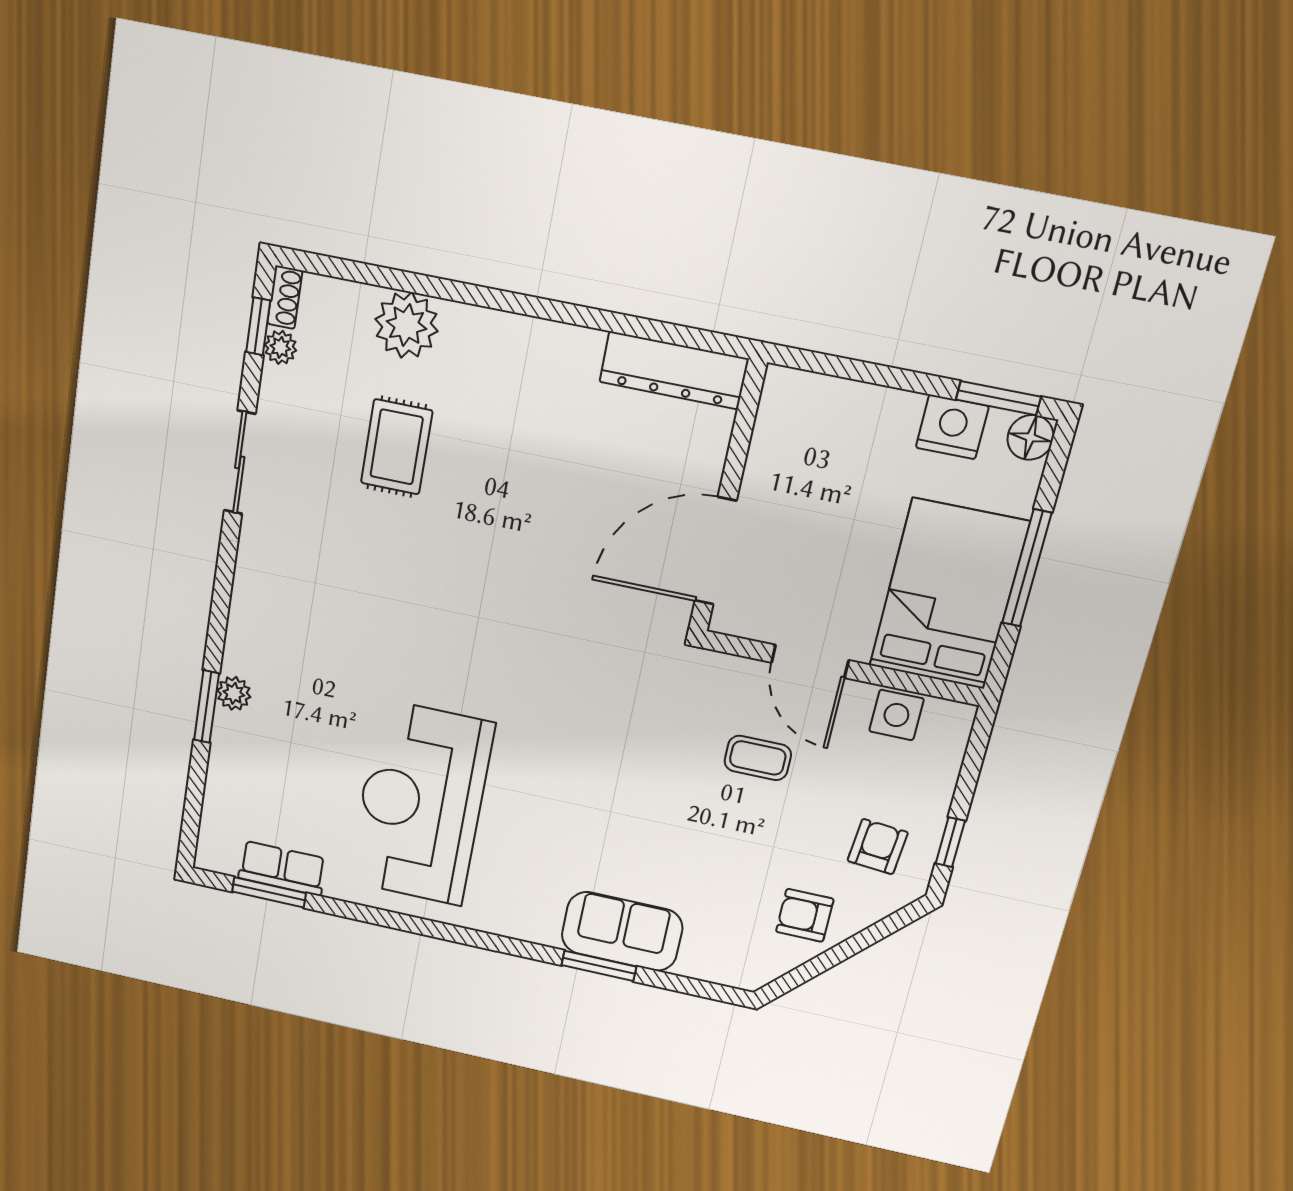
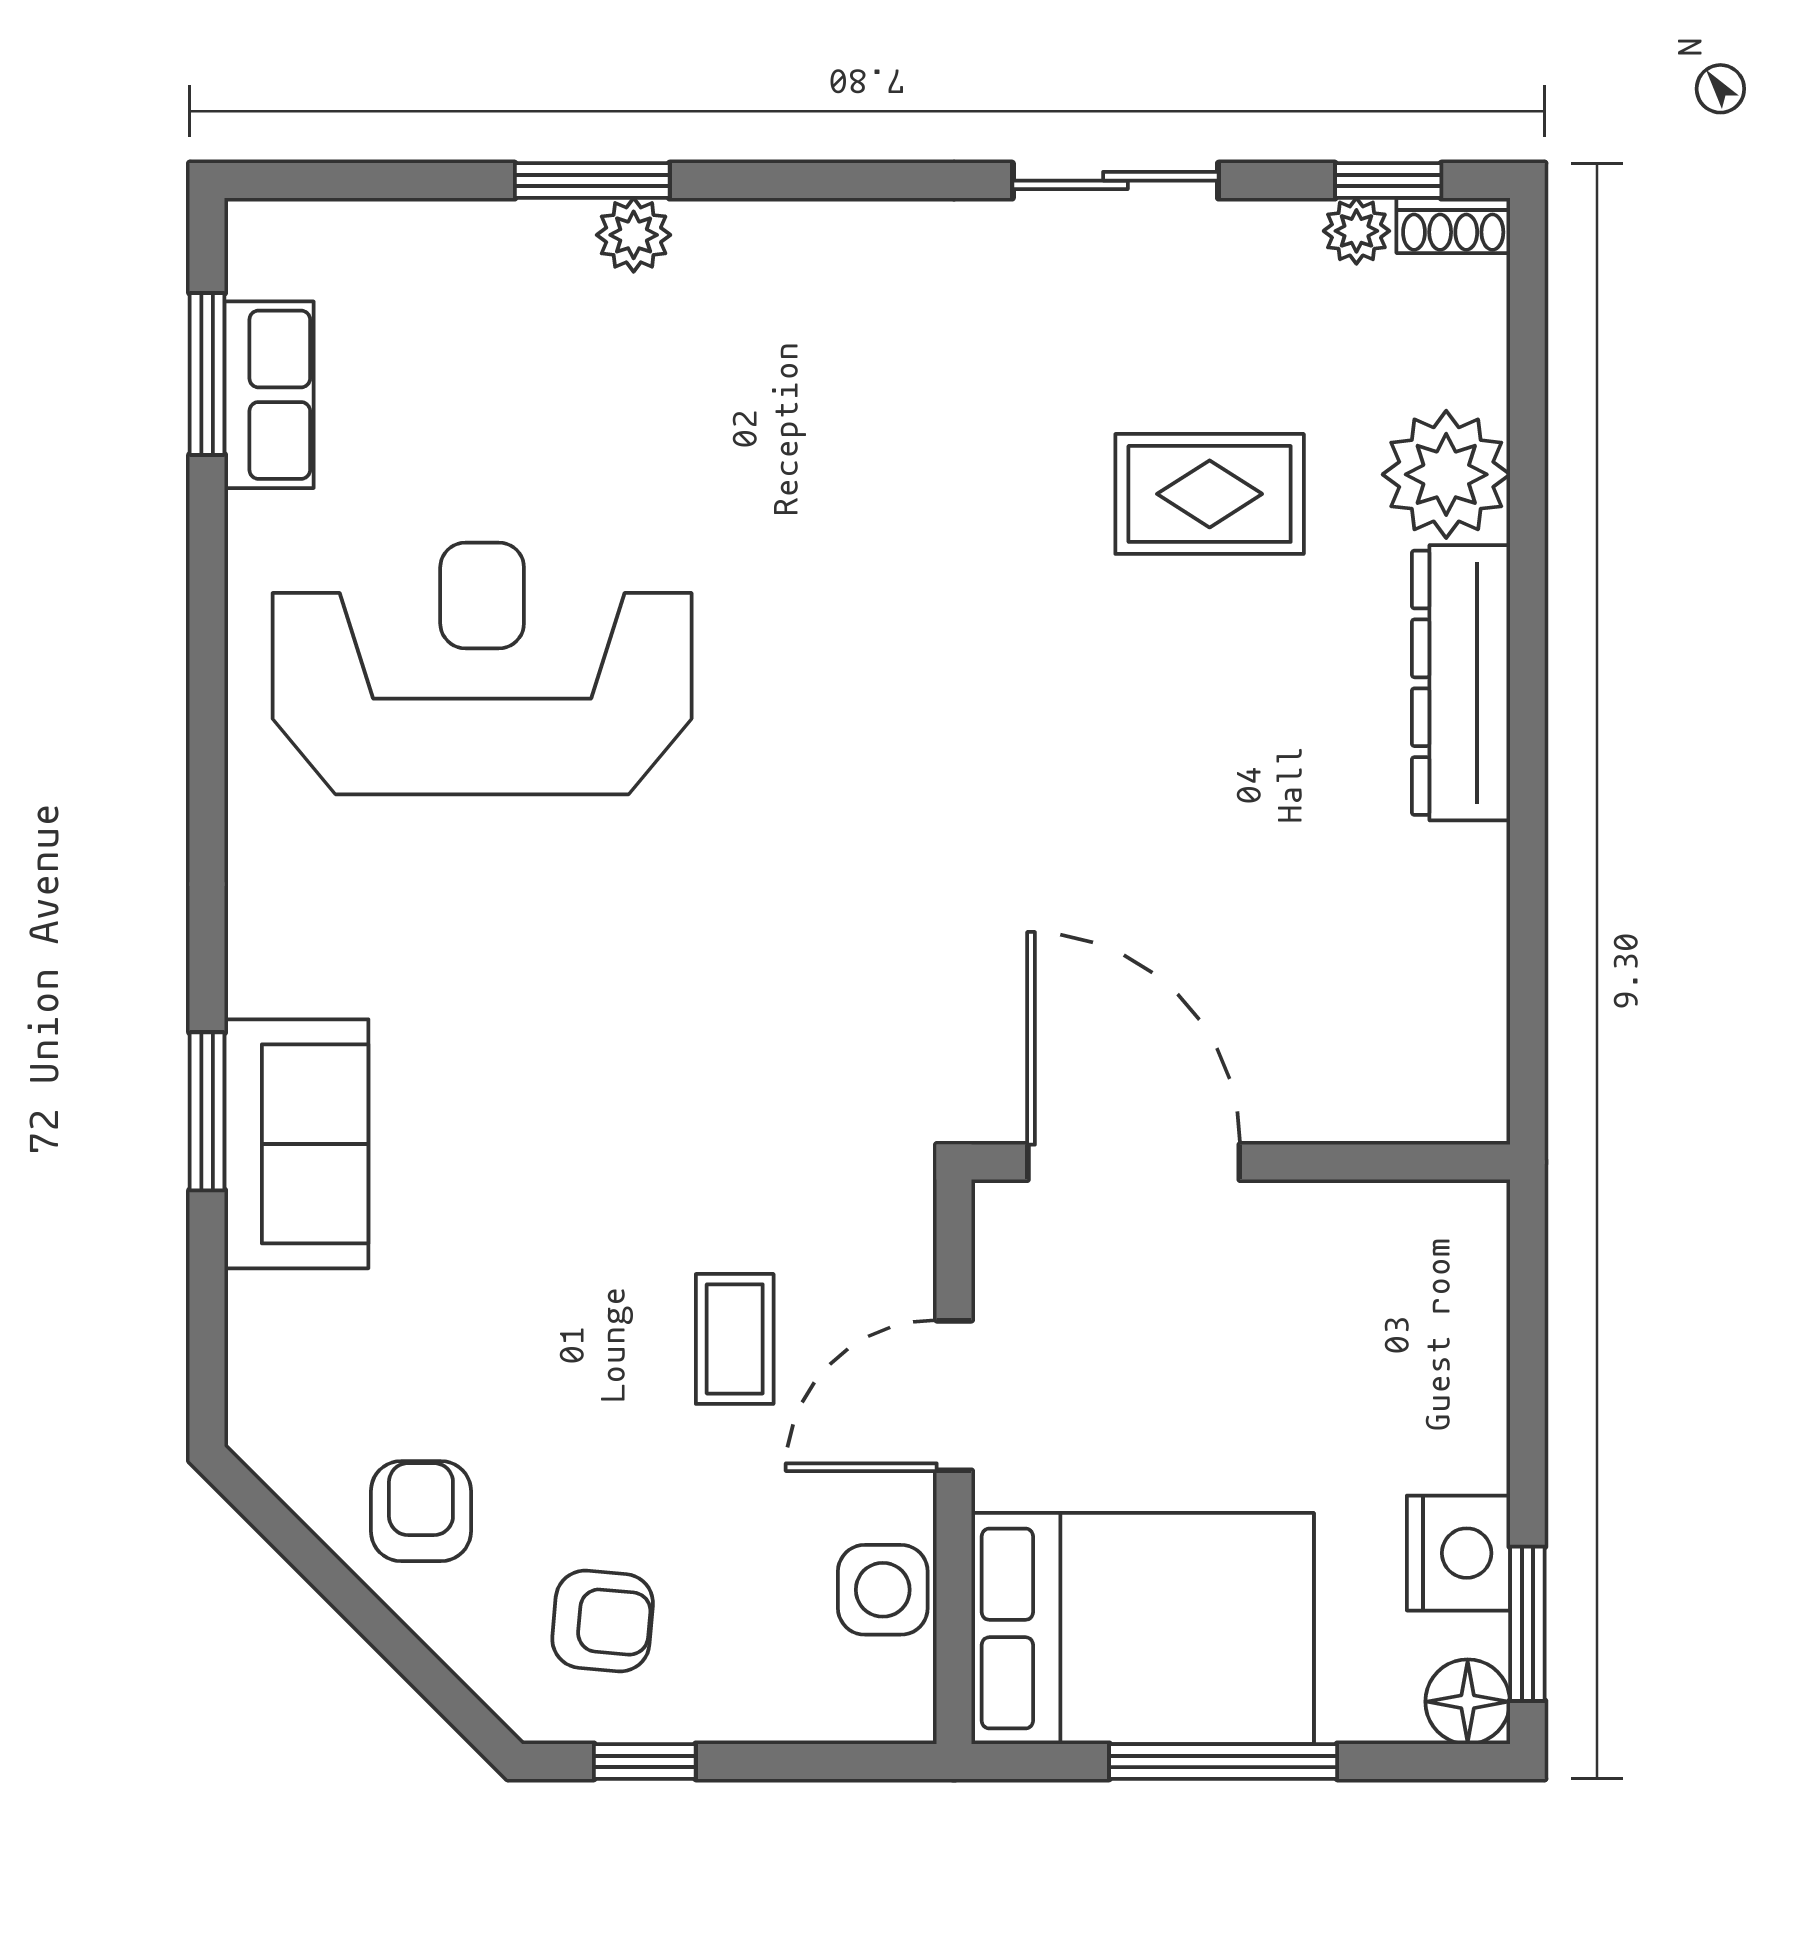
dresser: (674, 370) -> (1461, 683), moved

